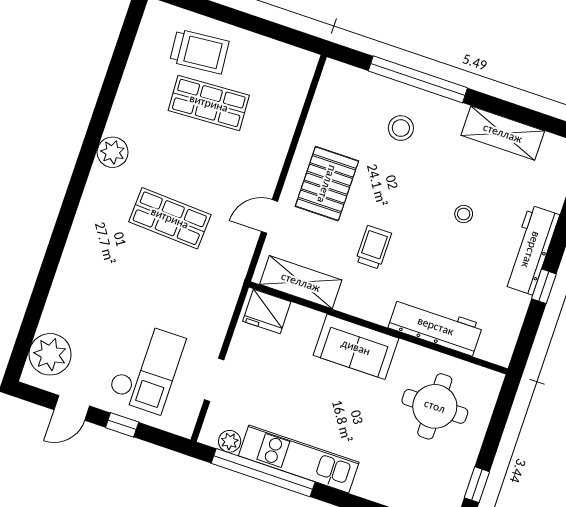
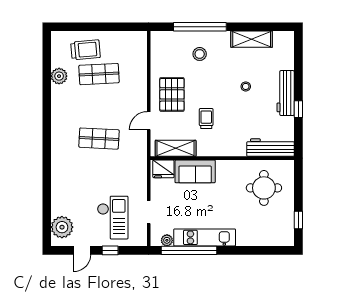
plant: (113, 152) -> (59, 76), moved
workbench: (436, 326) -> (270, 148), moved
sofa: (356, 347) -> (195, 171), moved

